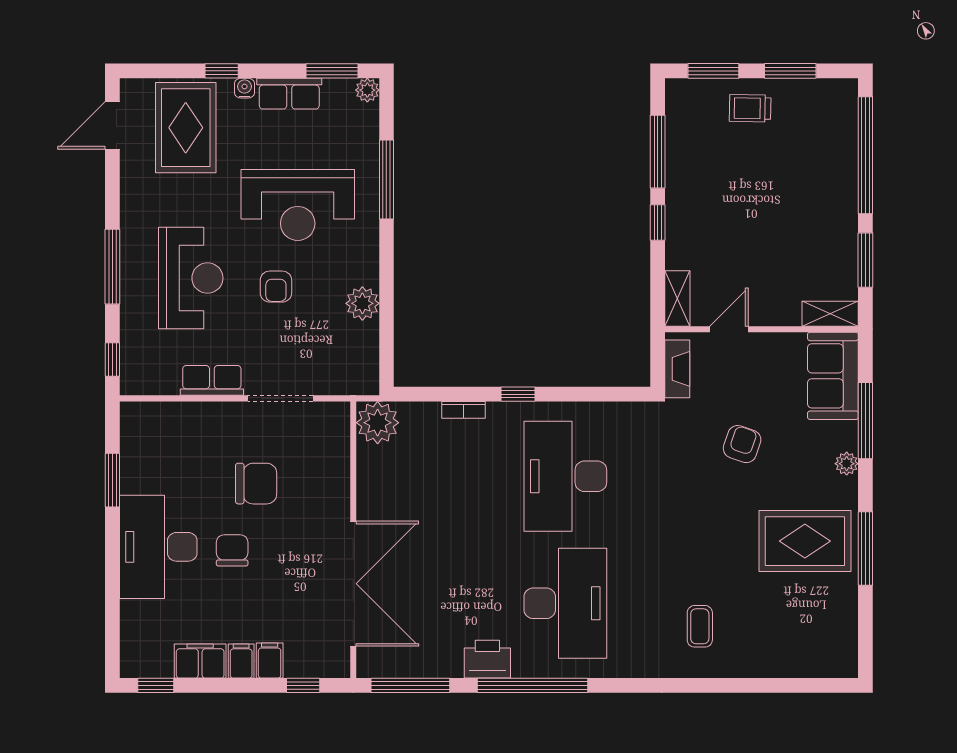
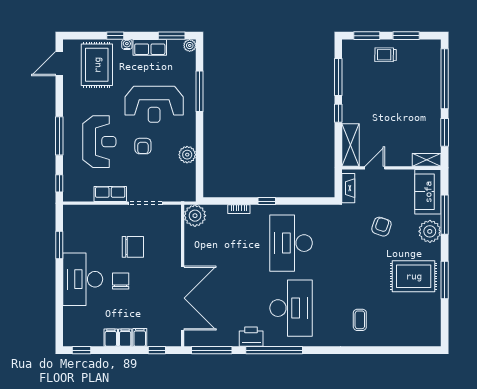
shelving: (677, 298) -> (351, 145), width x1.50, depth x1.33
plant: (847, 464) -> (430, 231), width x1.88, depth x1.88
filing cabinet: (200, 661) -> (111, 338), width x0.50

